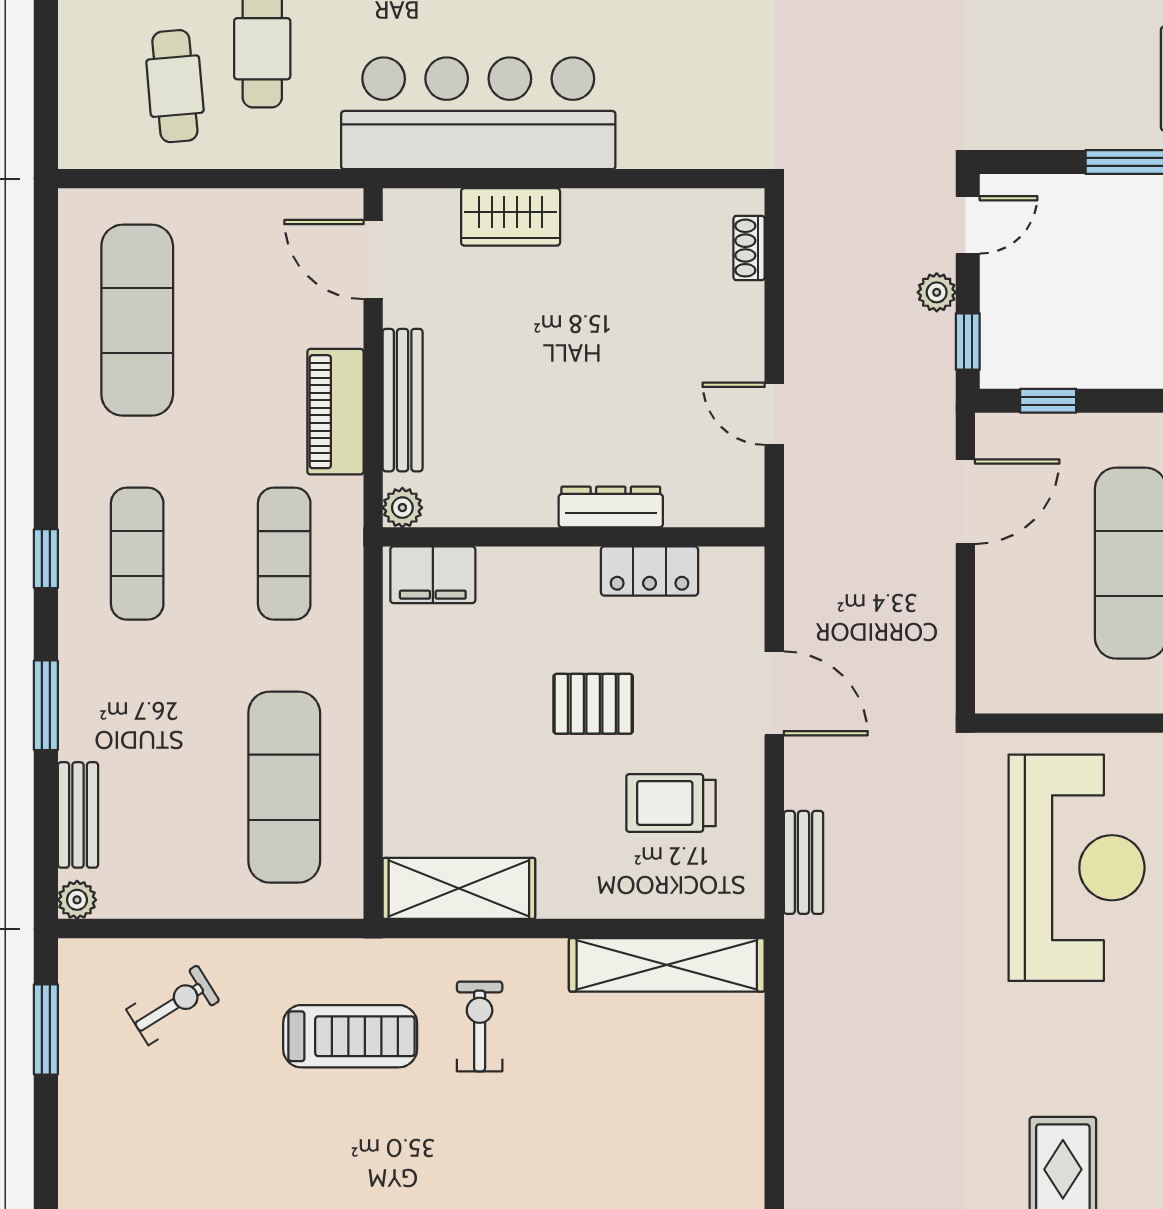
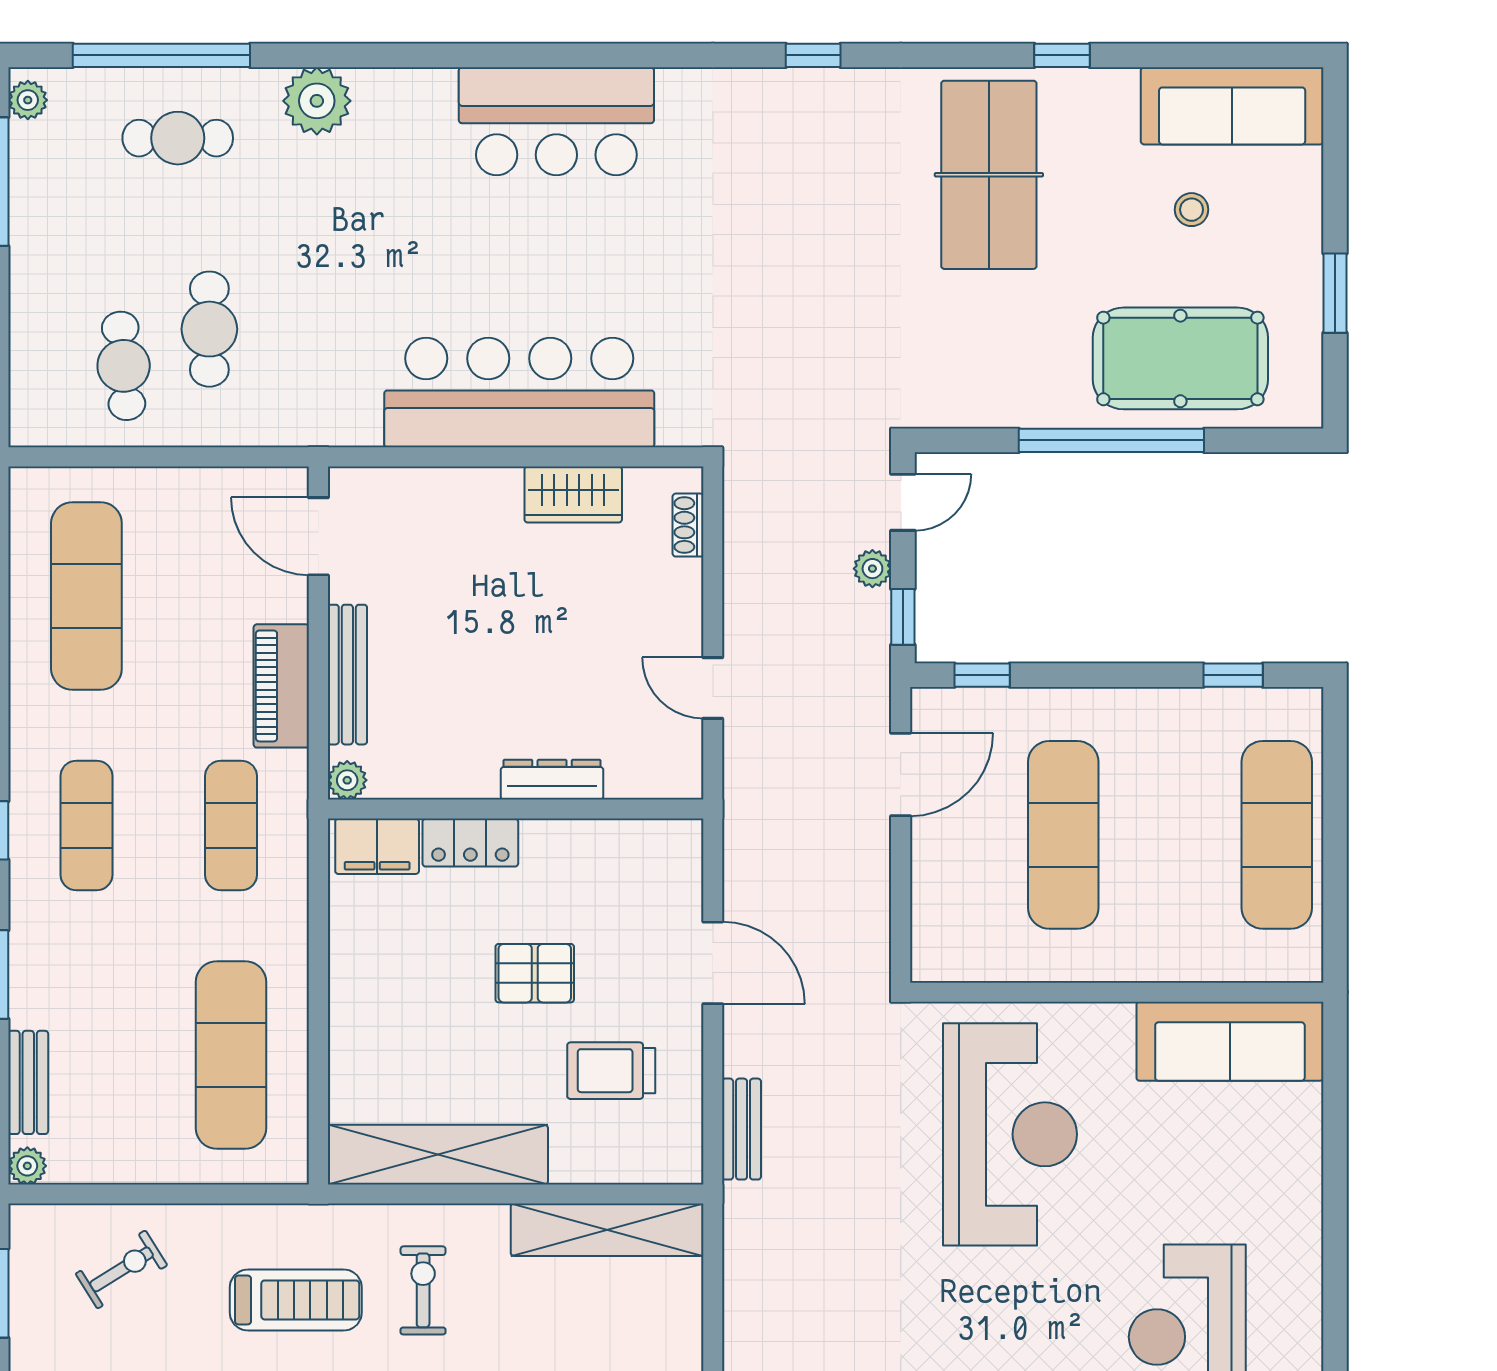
bar counter: (478, 113) -> (519, 393), moved
wardrobe: (511, 217) -> (573, 494), moved
locker: (650, 571) -> (470, 843), moved
shelving: (459, 888) -> (438, 1155), width x1.47

